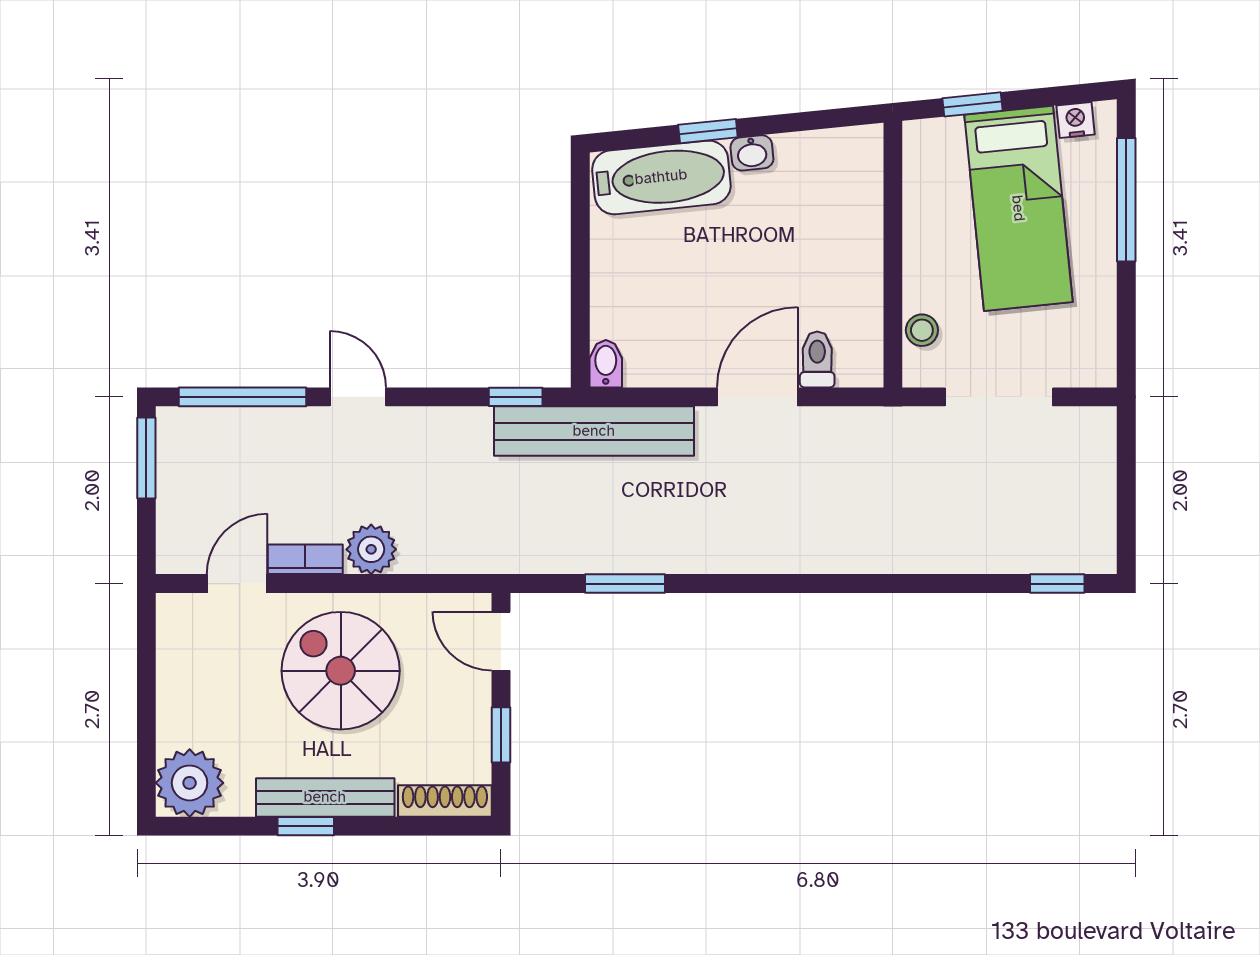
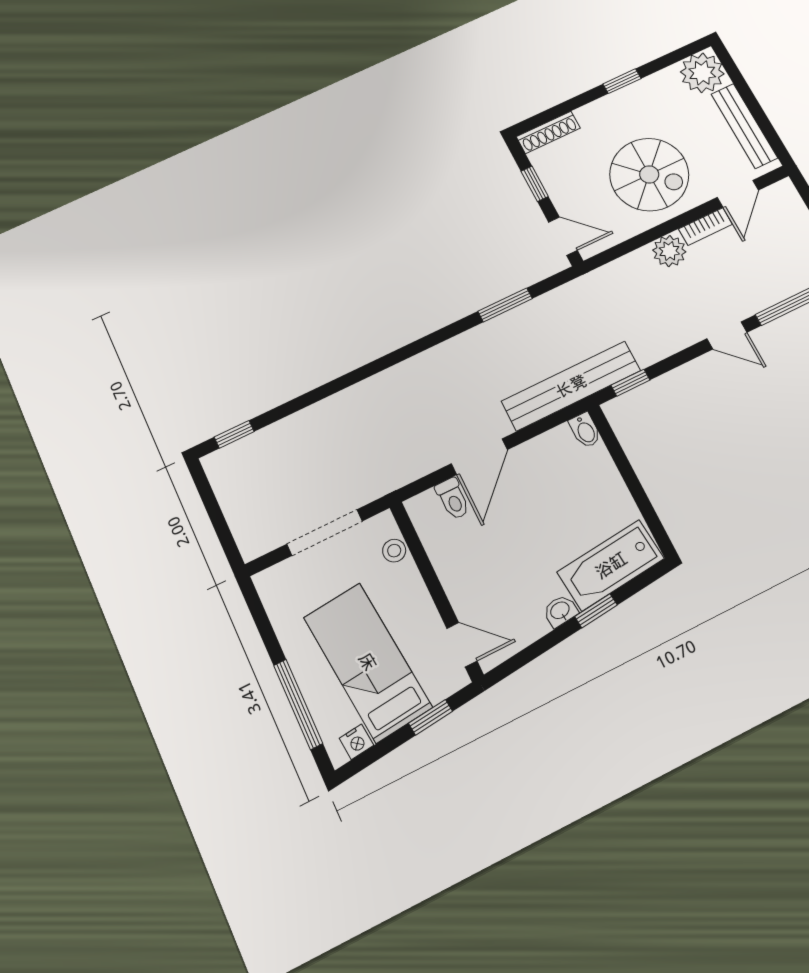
door: (893, 172) -> (462, 645), added
bench: (325, 797) -> (744, 126), moved, turned 90

